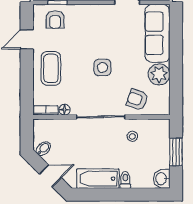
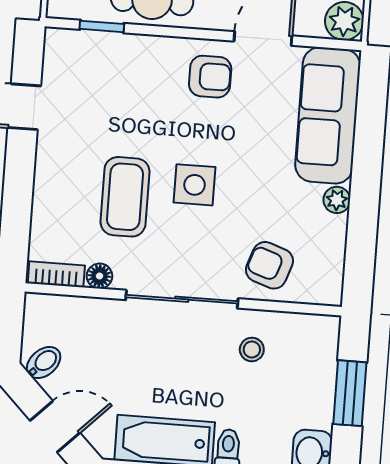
armchair: (55, 19) -> (210, 77), moved, turned -90
coffee table: (51, 68) -> (125, 197), moved
plant: (159, 74) -> (337, 200), width x0.53, depth x0.53

